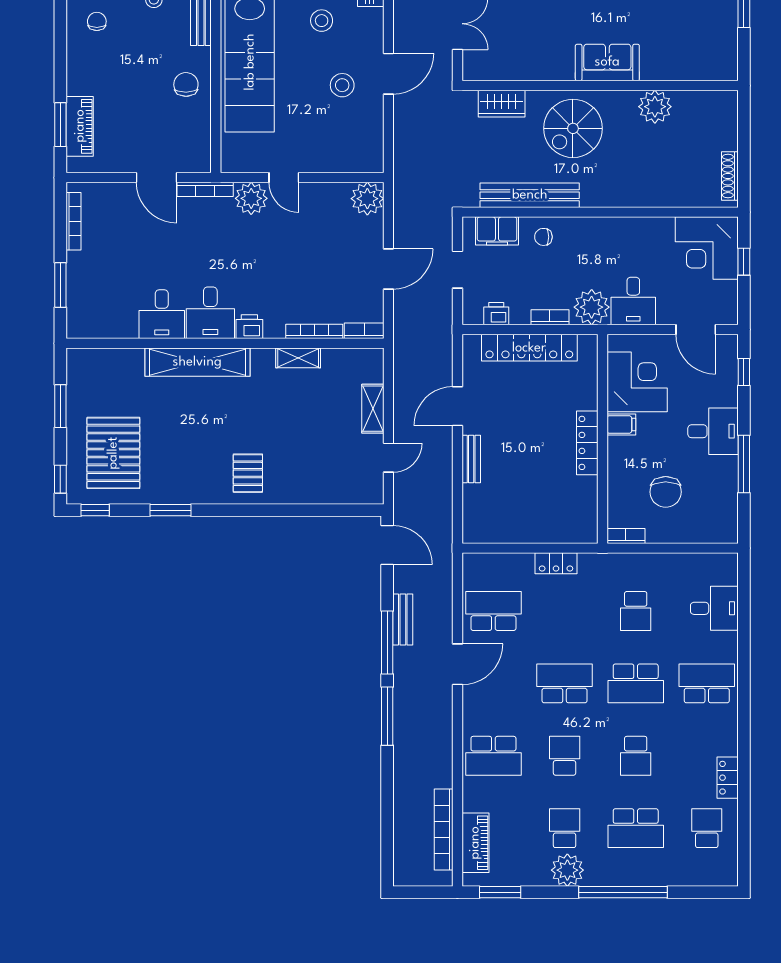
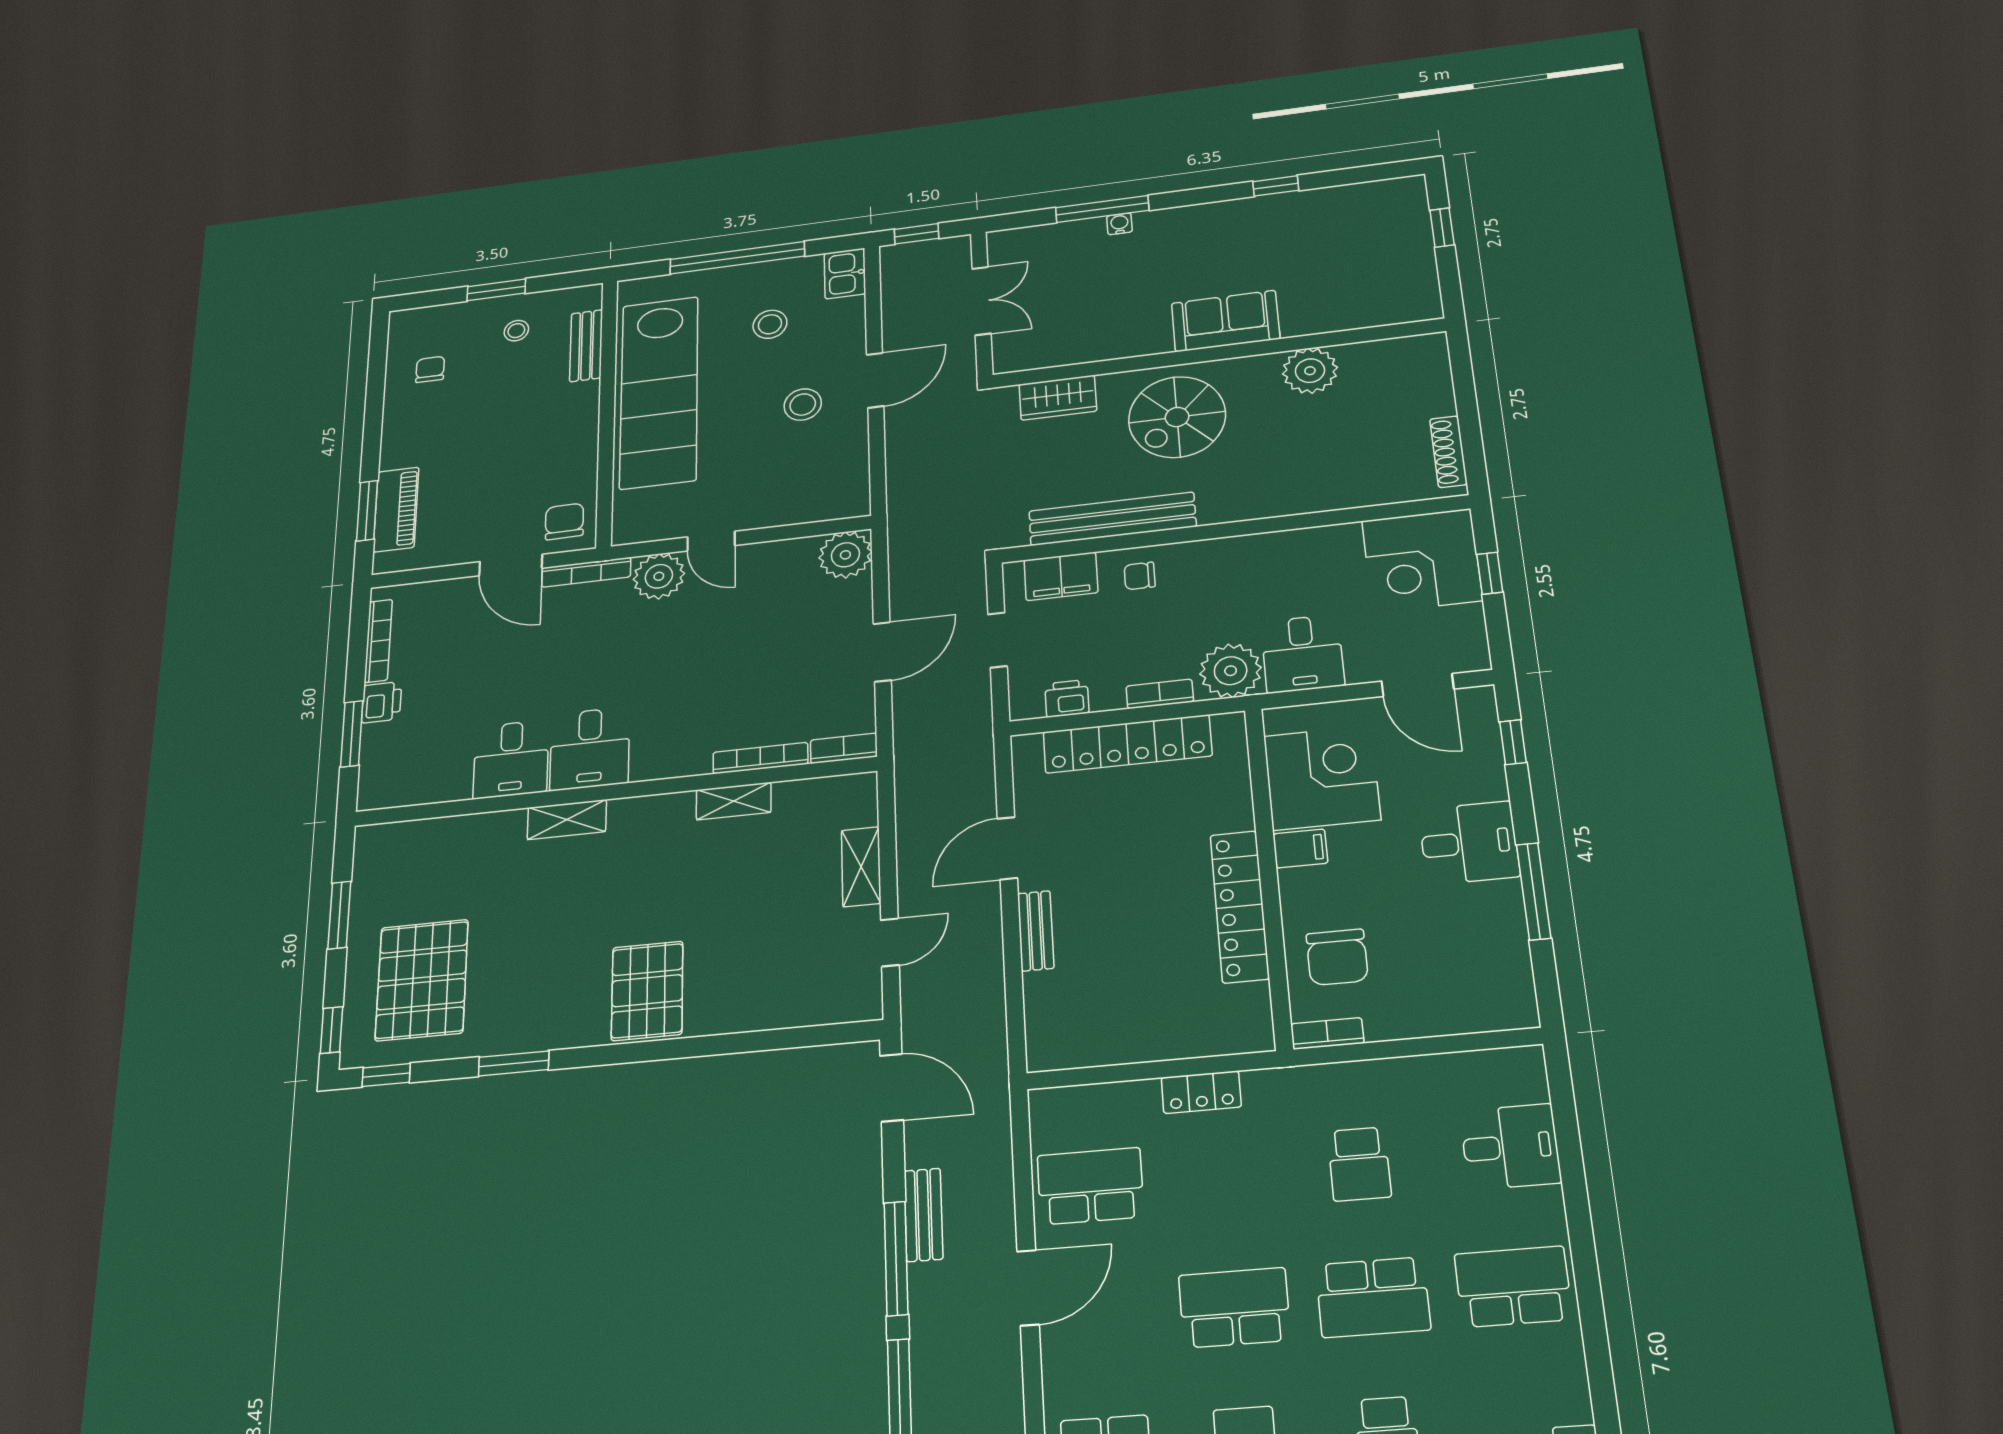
chair: (186, 84) -> (564, 521), moved
printer: (249, 327) -> (382, 702), moved, turned 90
shelving: (197, 362) -> (567, 820), width x0.45, depth x0.75
locker: (587, 443) -> (1240, 906), width x1.41, depth x1.21
pallet: (248, 473) -> (647, 991), width x1.50, depth x1.42
chair: (666, 492) -> (1337, 957), moved

